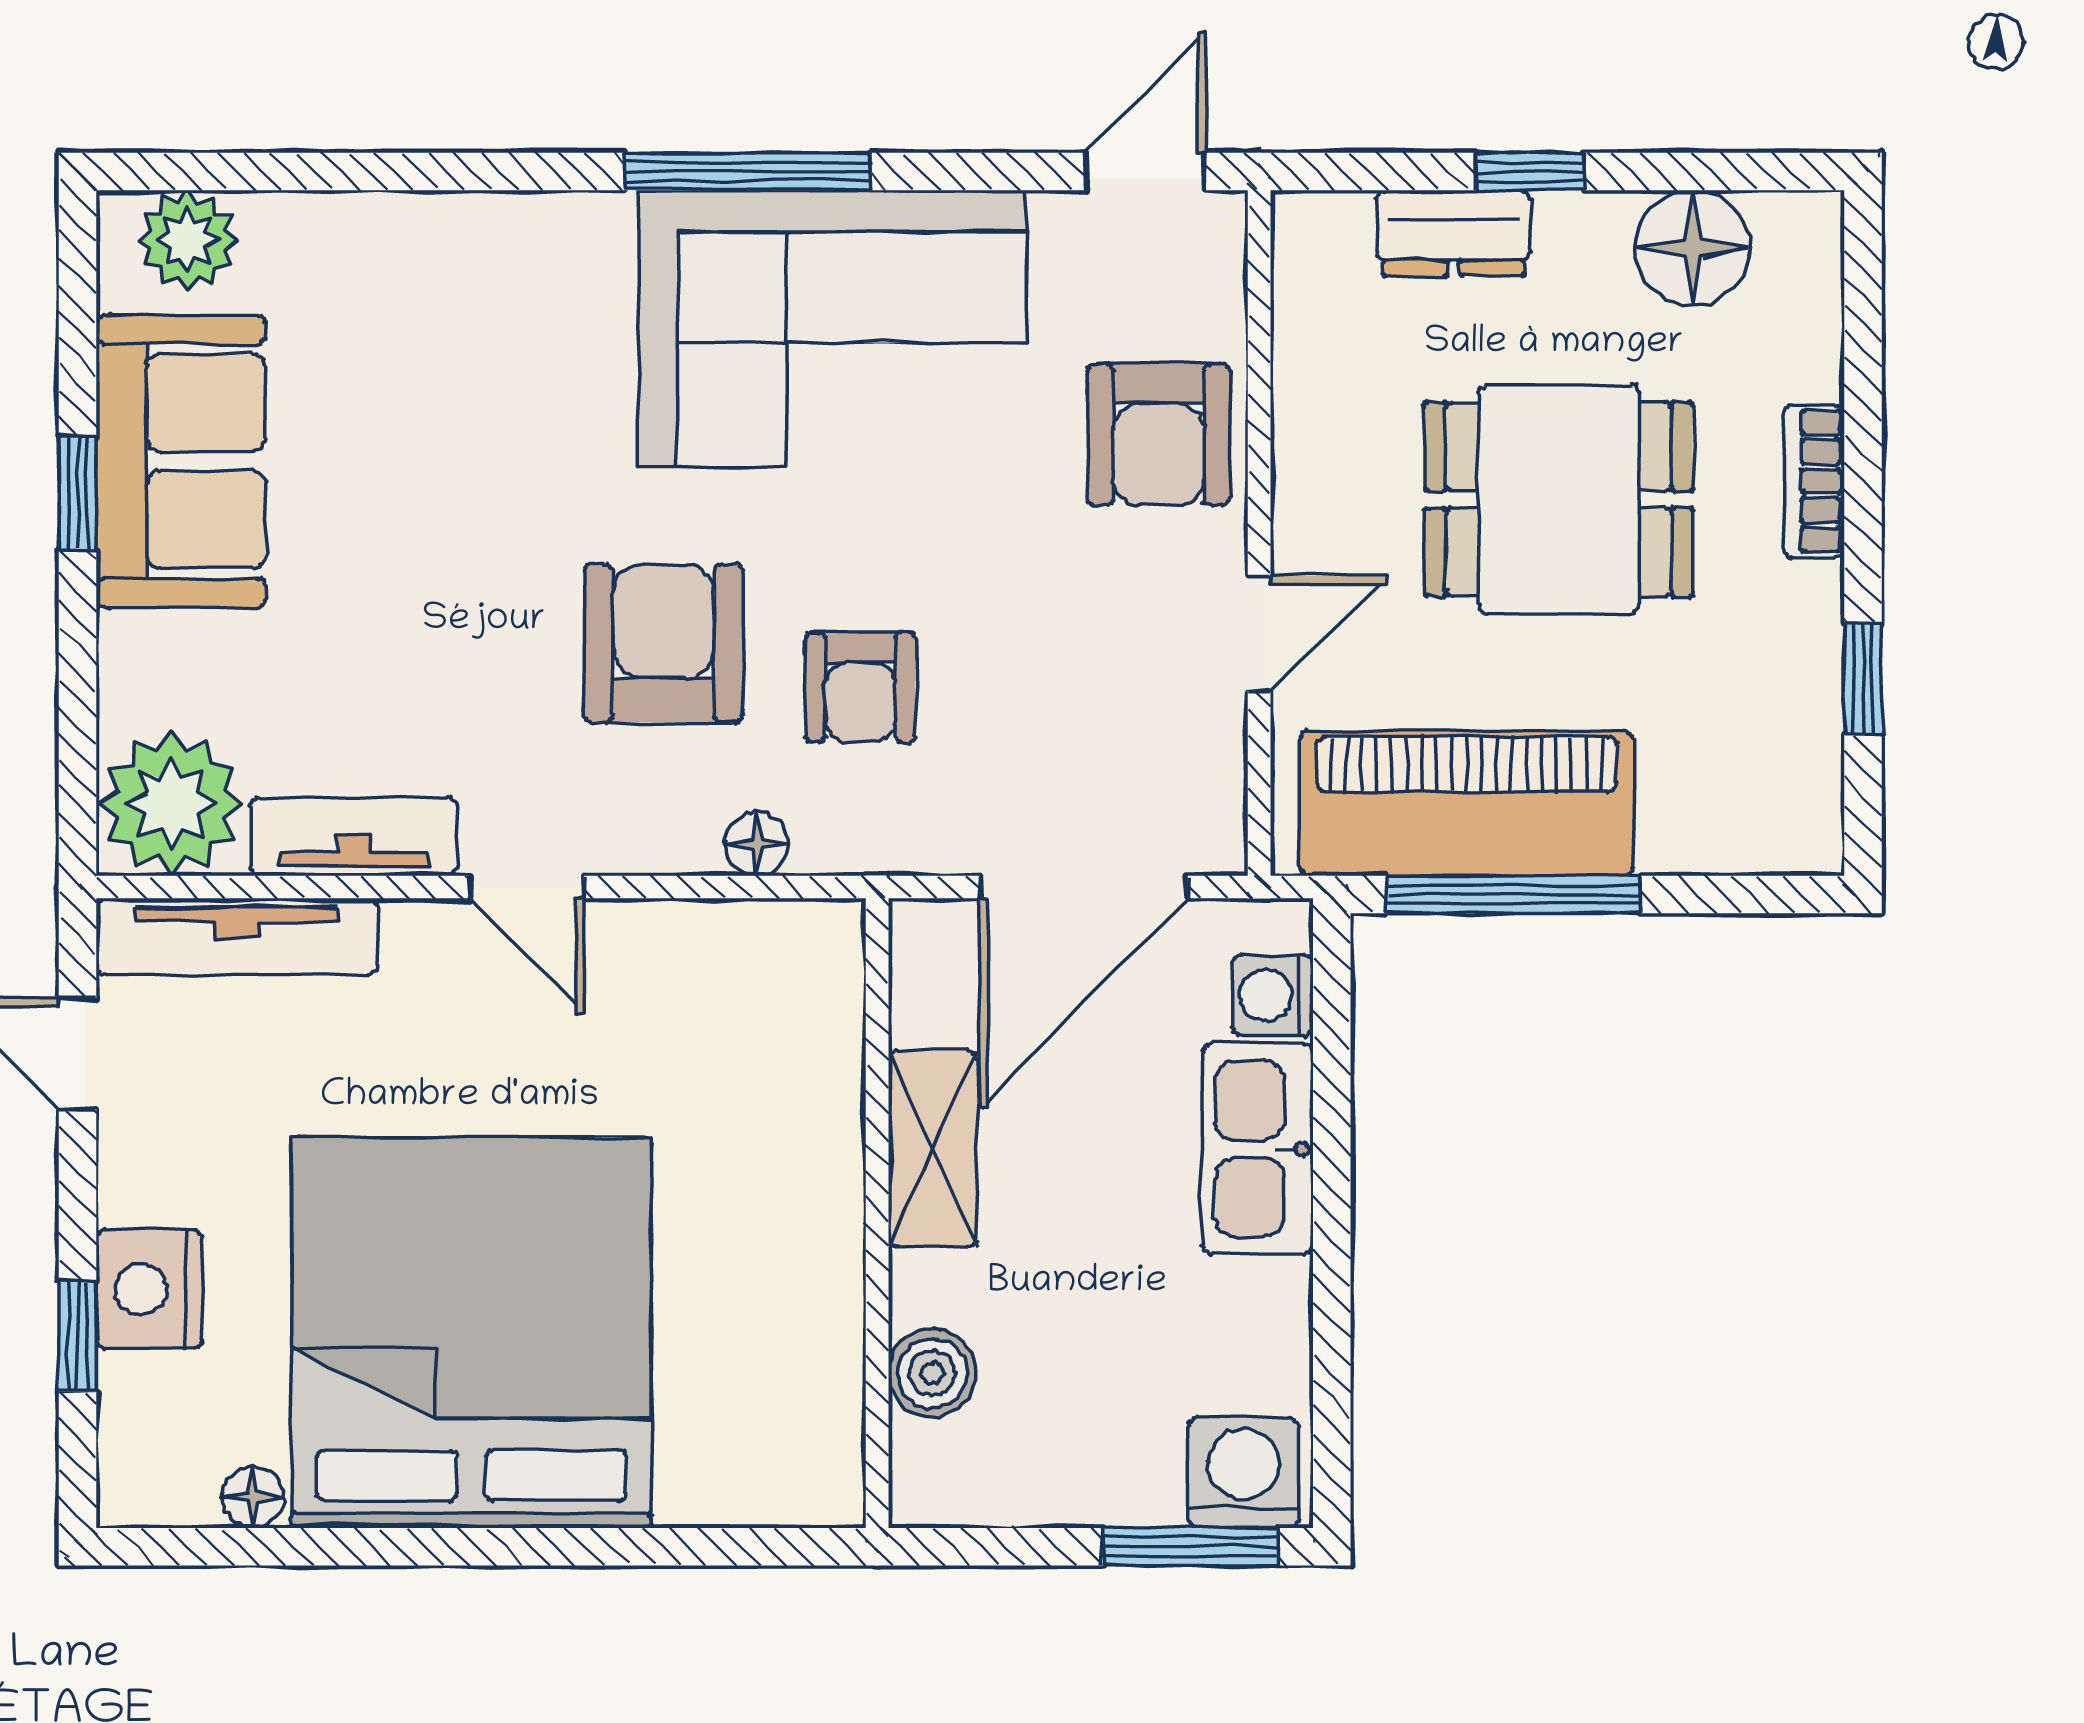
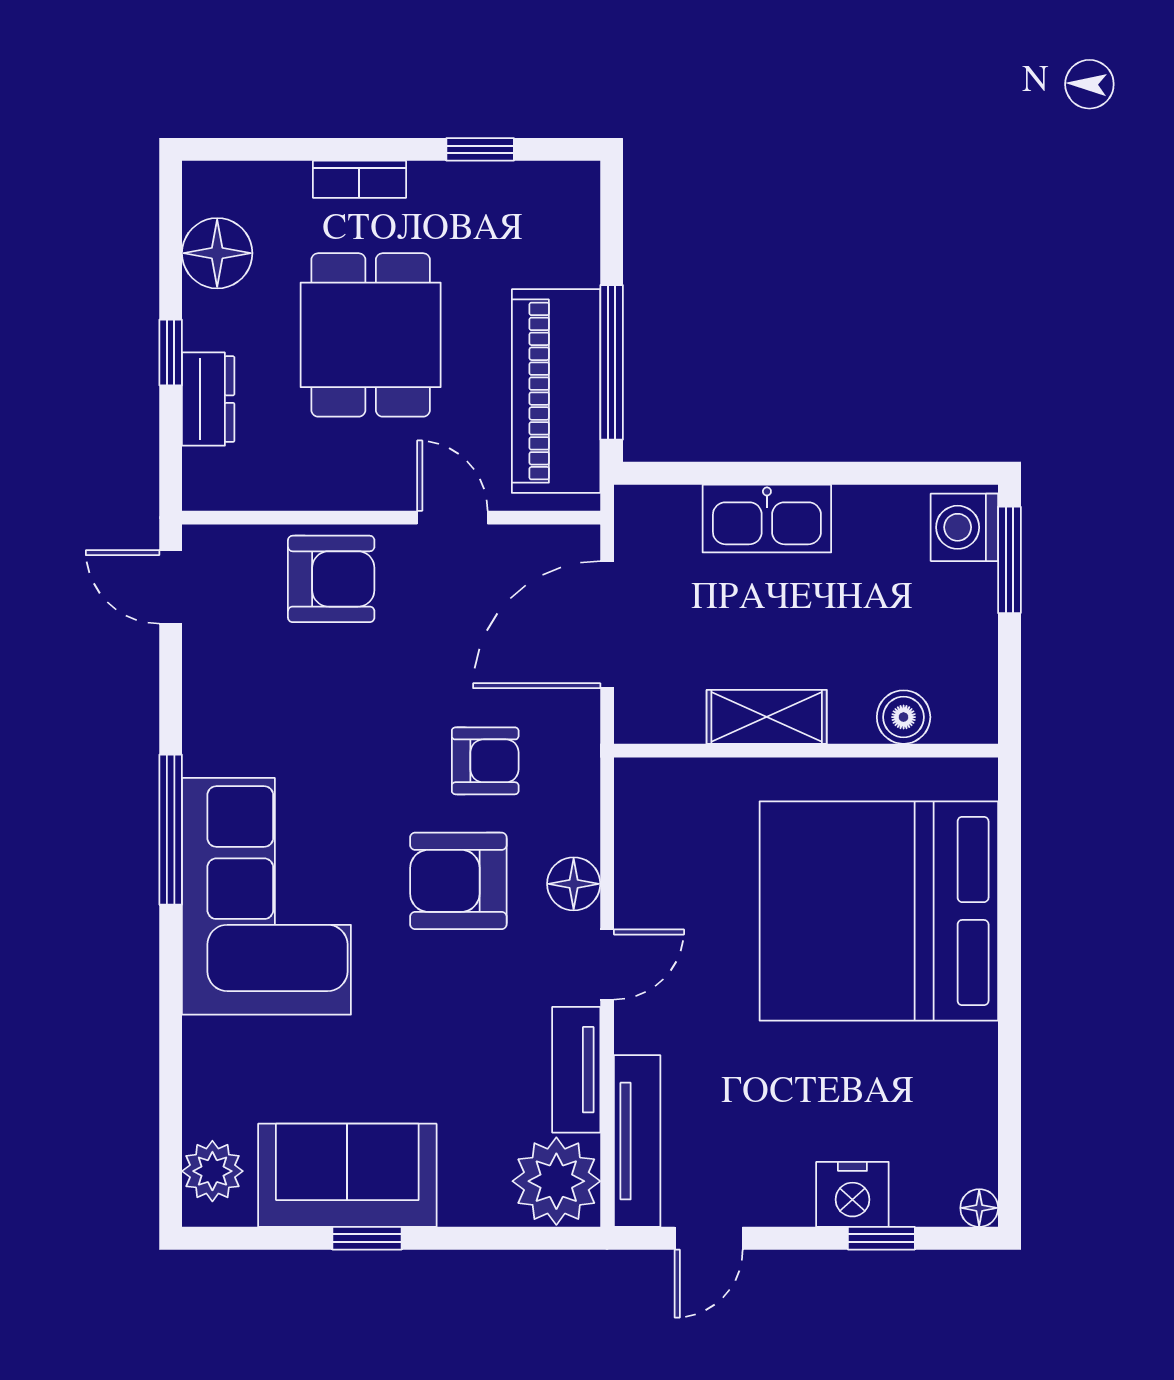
corner sofa: (833, 329) -> (266, 896), moved
floor lamp: (757, 844) -> (574, 884), moved, width x1.37, depth x1.37
door: (1084, 887) -> (607, 625), swing flipped
washing machine: (1273, 996) -> (673, 509), removed
bed: (471, 1333) -> (879, 911), moved
floor lamp: (253, 1497) -> (979, 1208), moved

